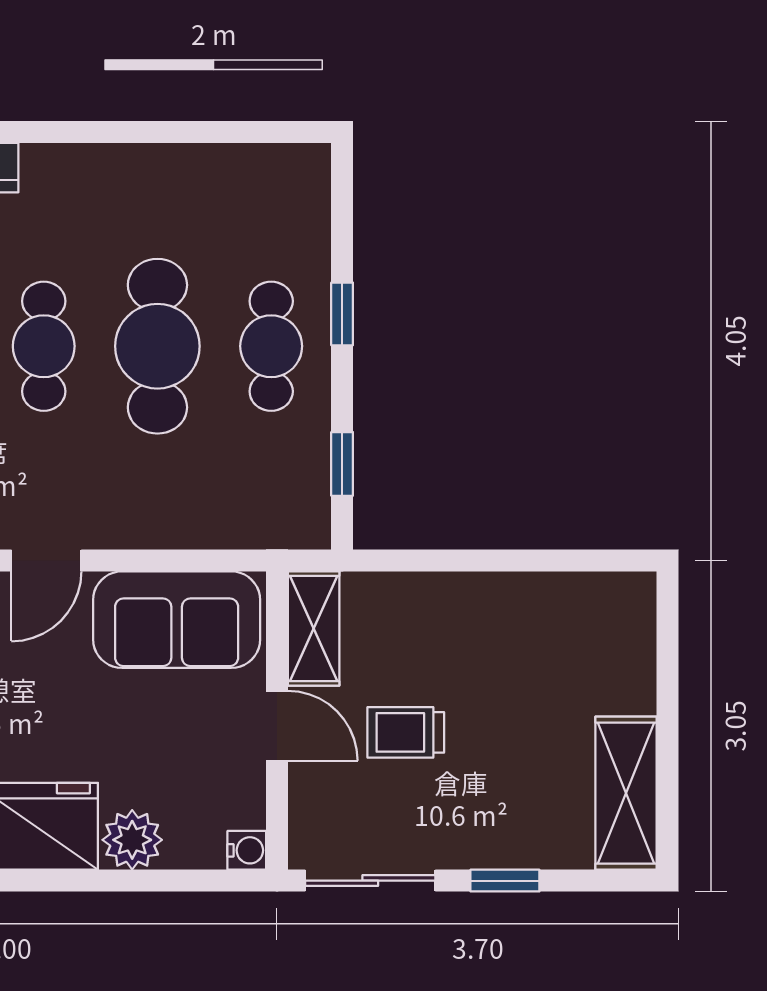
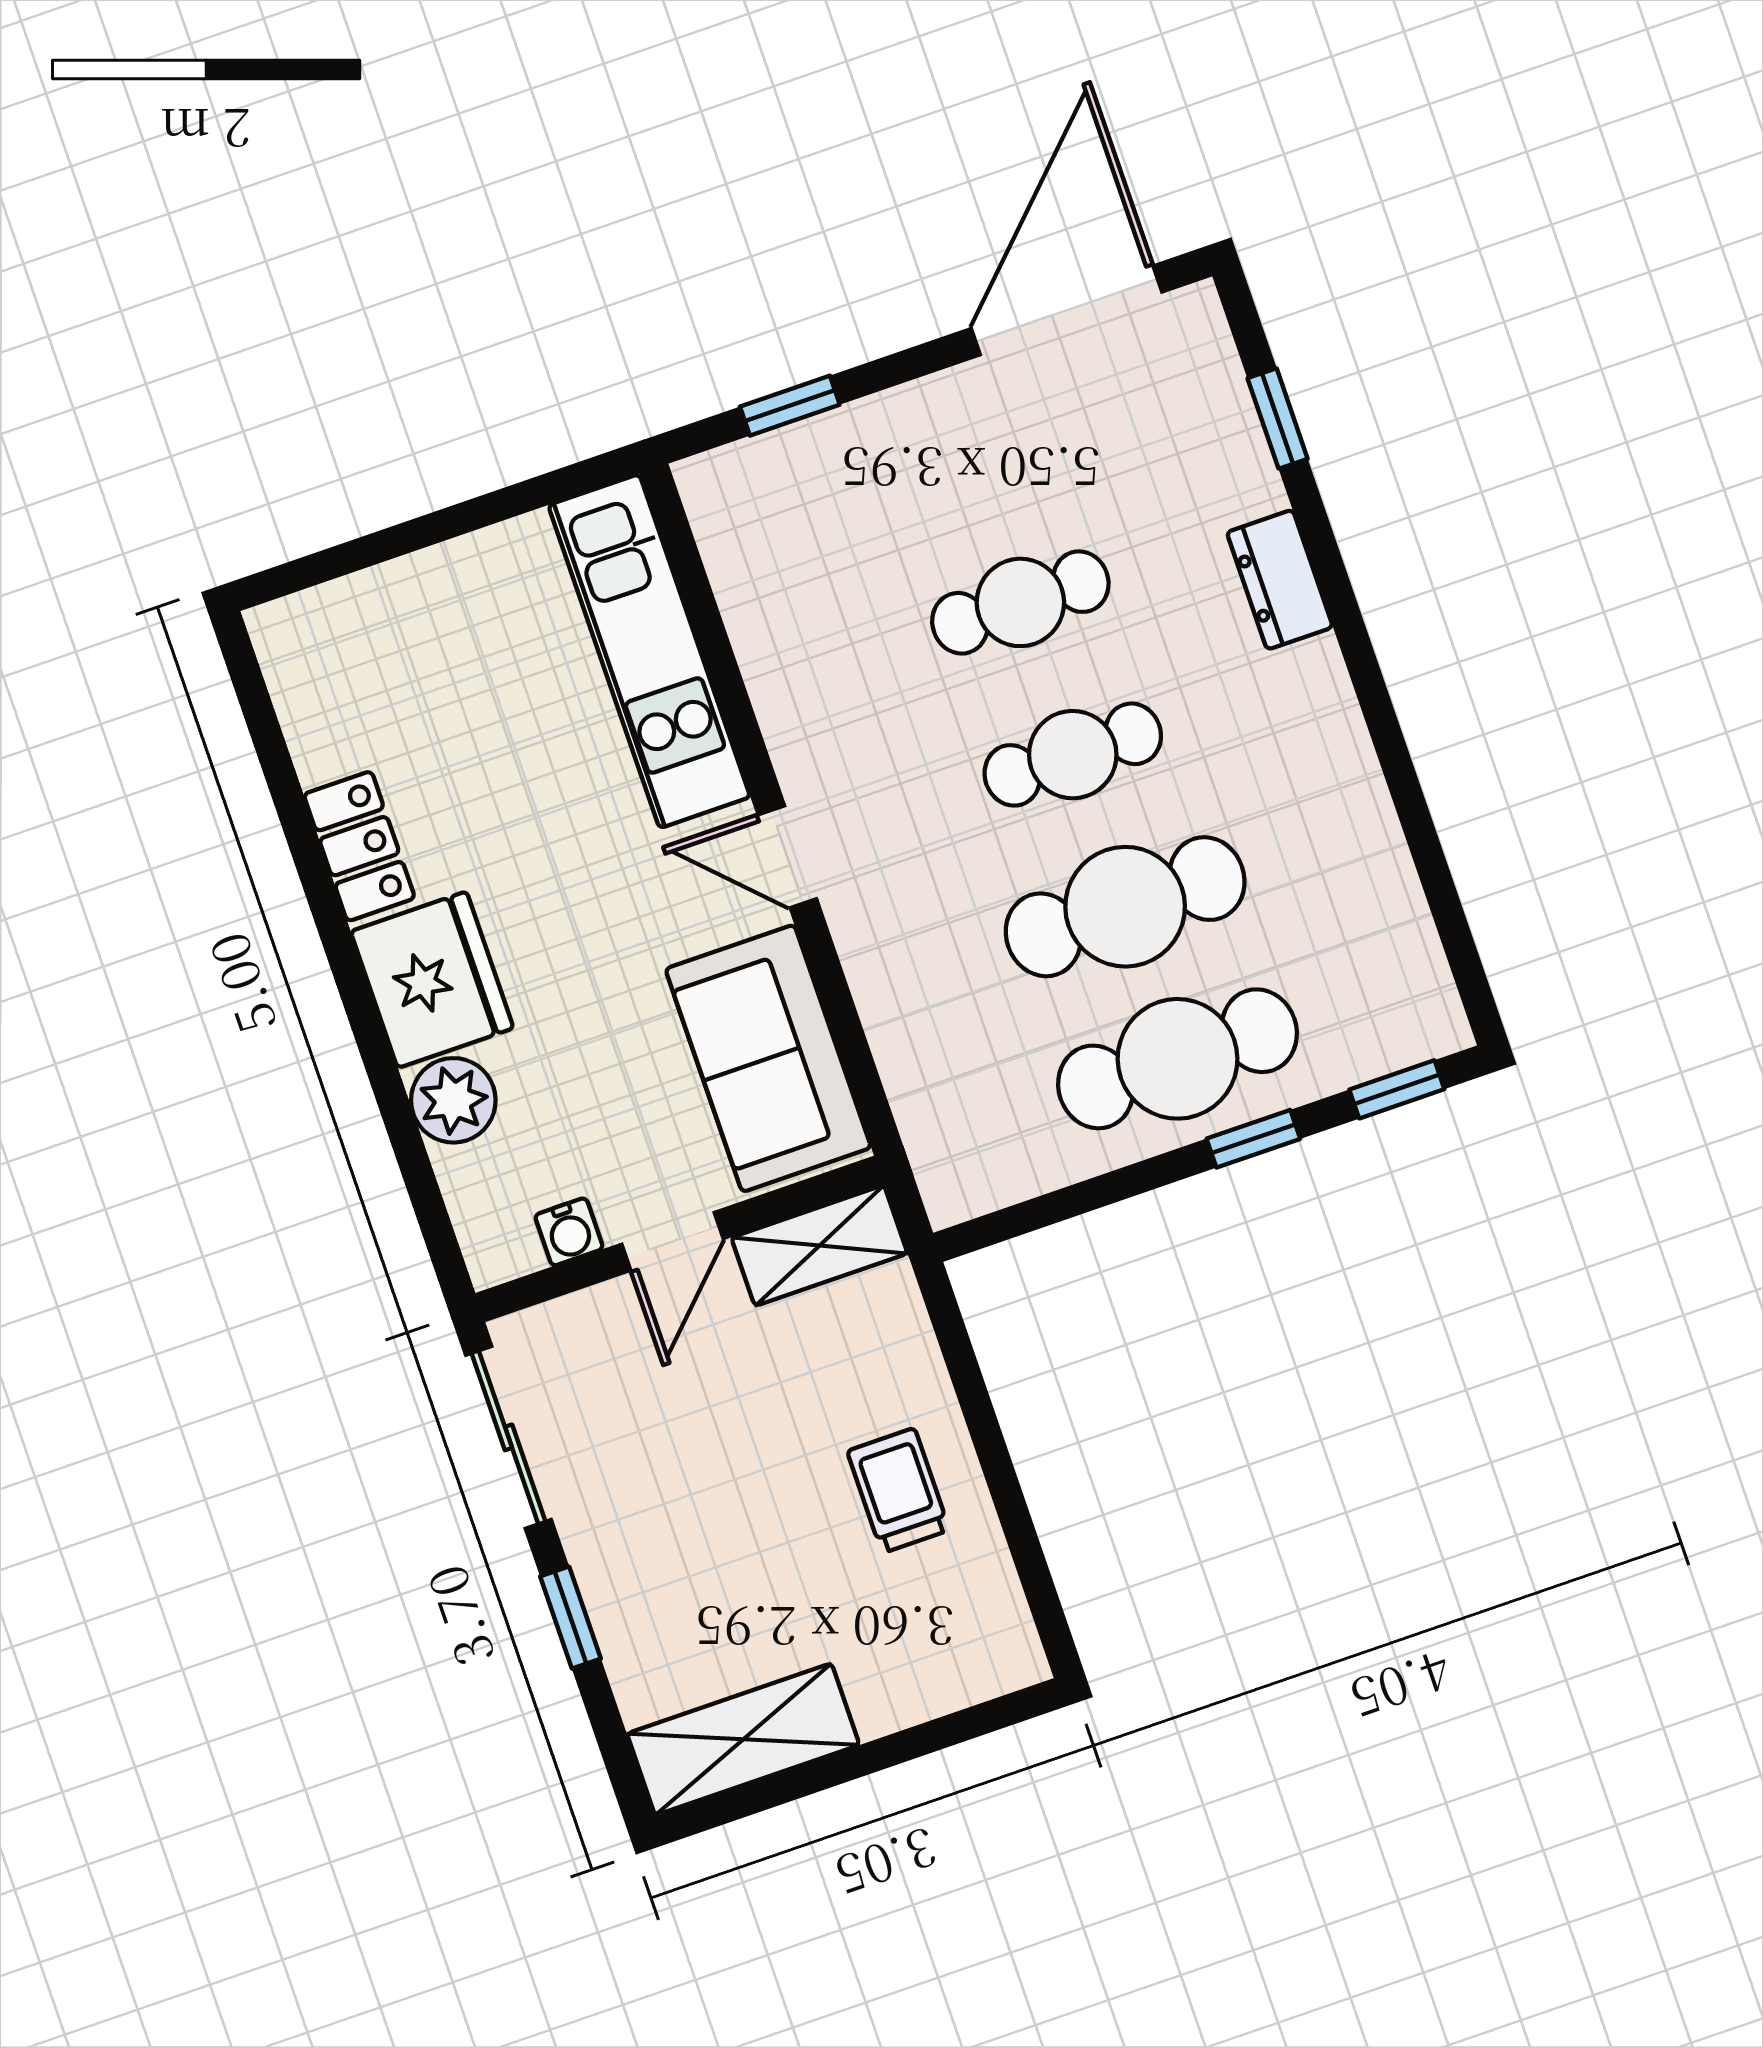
cafe table: (271, 346) -> (1178, 1059), width x1.37, depth x1.35
window: (342, 464) -> (1397, 1089), moved
trolley: (406, 732) -> (898, 1491), moved
water cooler: (247, 850) -> (569, 1232), moved

